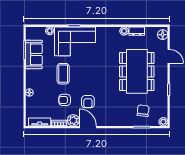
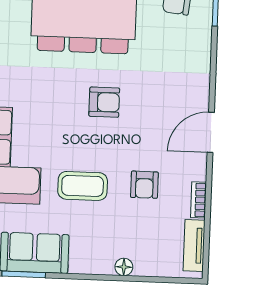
armchair: (88, 102) -> (104, 102), moved
plant: (73, 120) -> (193, 166), removed

